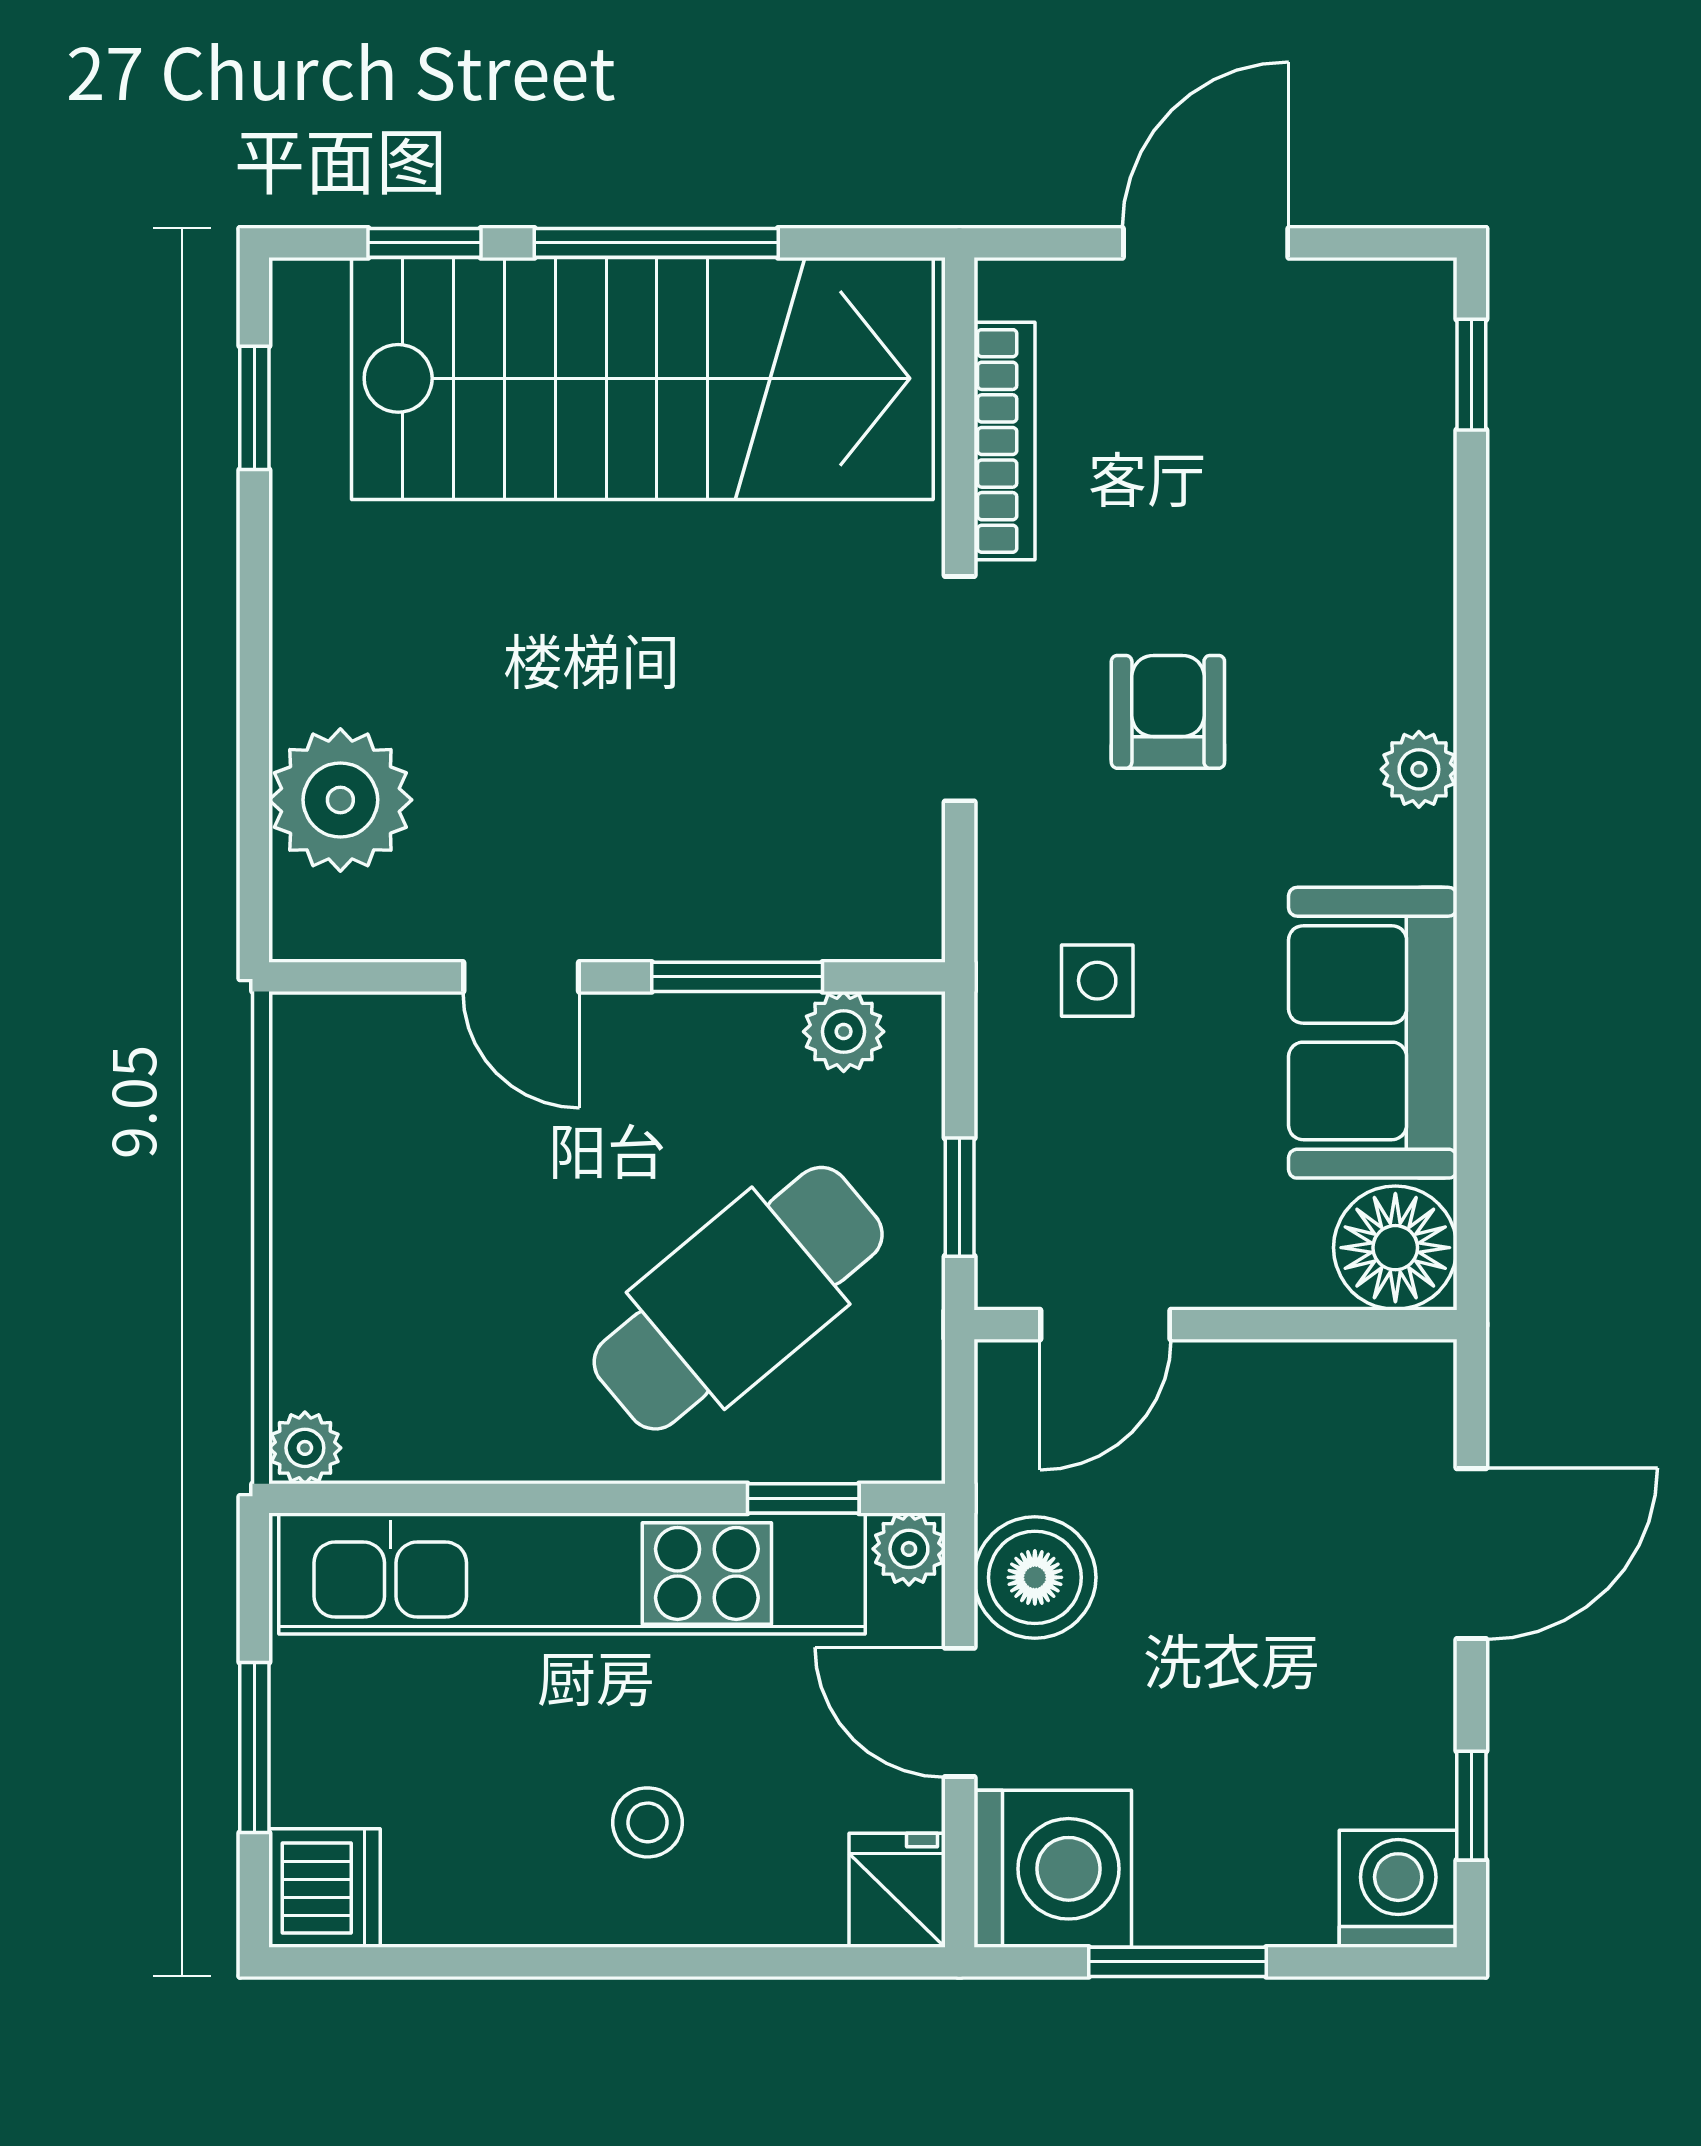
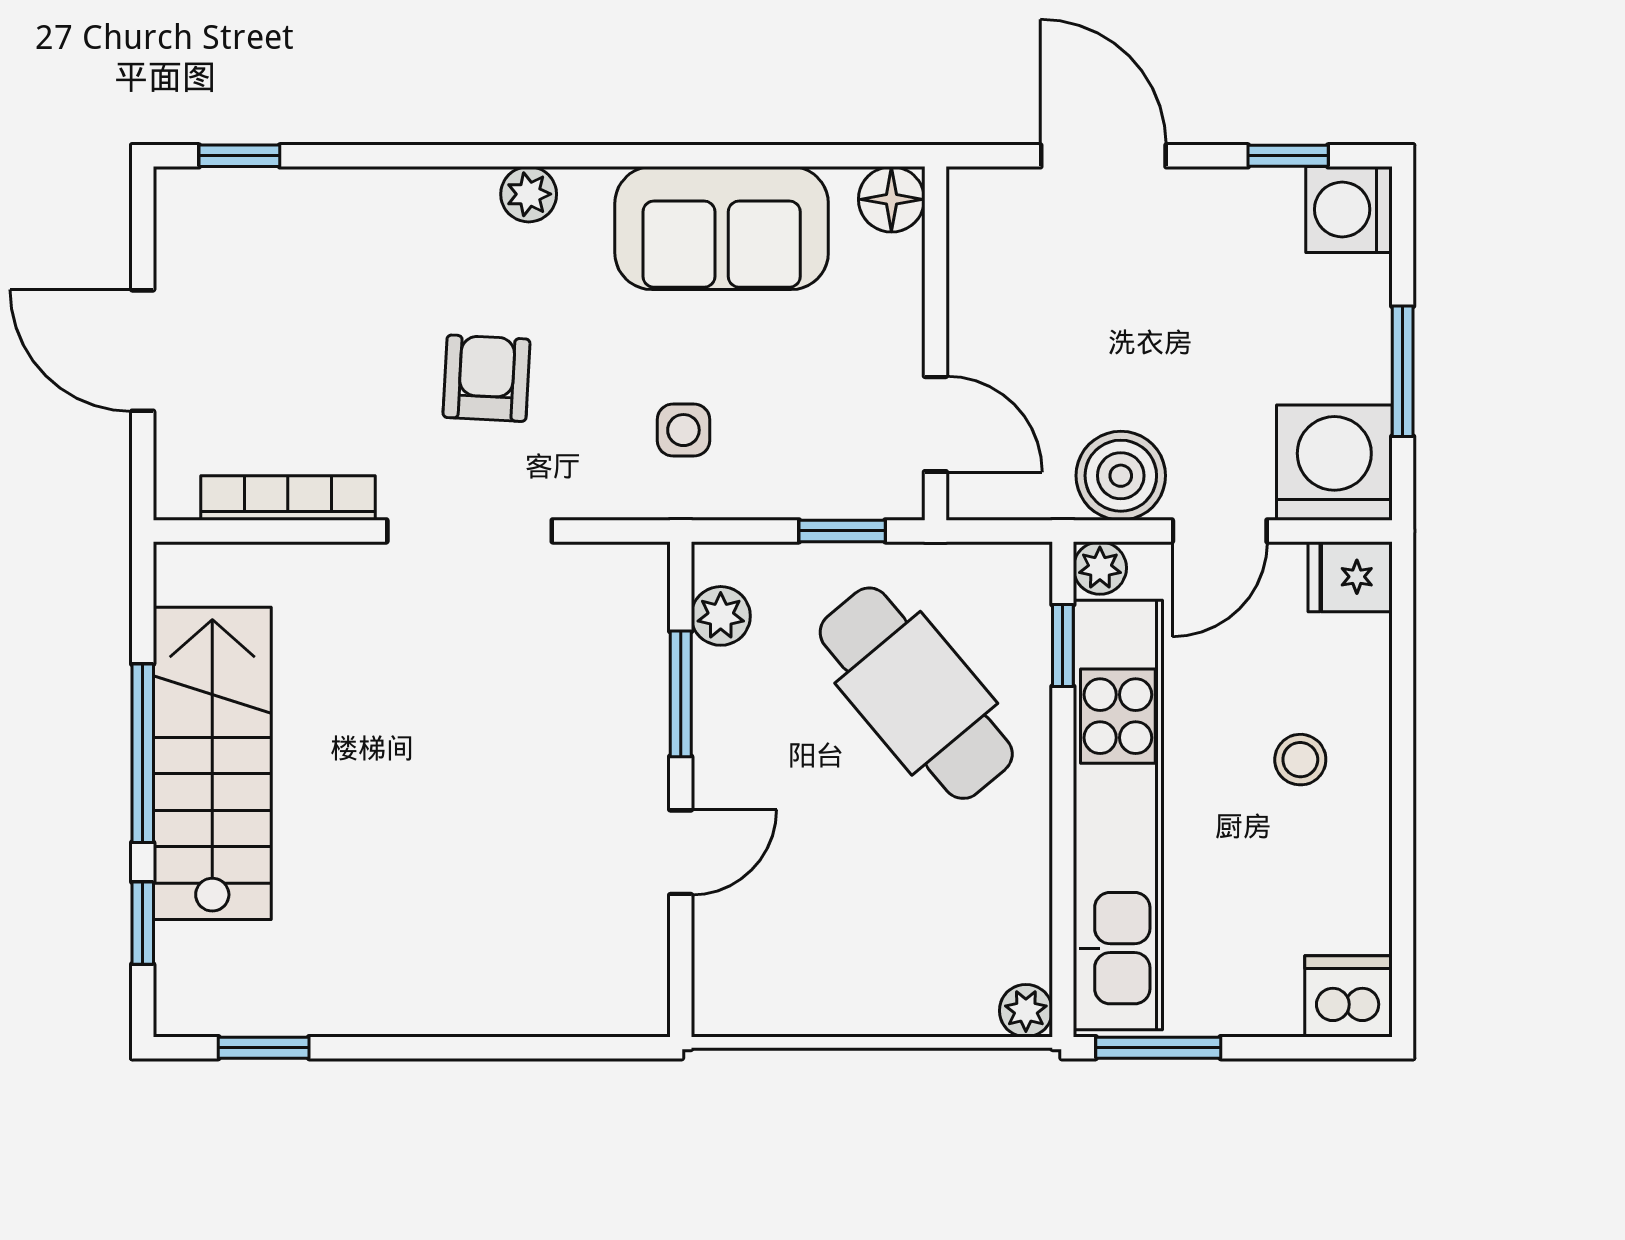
stairs: (642, 378) -> (212, 763), width x0.73, depth x0.66
armchair: (1168, 712) -> (486, 378), turned 93
plant: (340, 800) -> (551, 985), removed
floor lamp: (1395, 1248) -> (891, 199), width x0.73, depth x0.73
window: (254, 1747) -> (1158, 1048), moved

